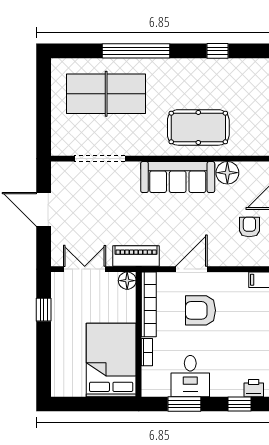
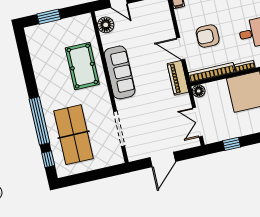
window: (217, 51) -> (48, 159), moved
floor lamp: (227, 173) -> (106, 25), moved
armchair: (249, 227) -> (143, 15), removed
piano: (136, 256) -> (178, 78), moved
armchair: (200, 310) -> (208, 36), turned 90

